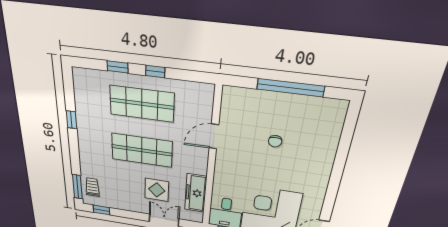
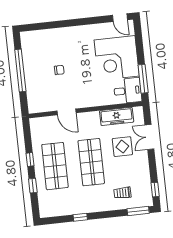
trolley: (92, 187) -> (122, 193), moved

